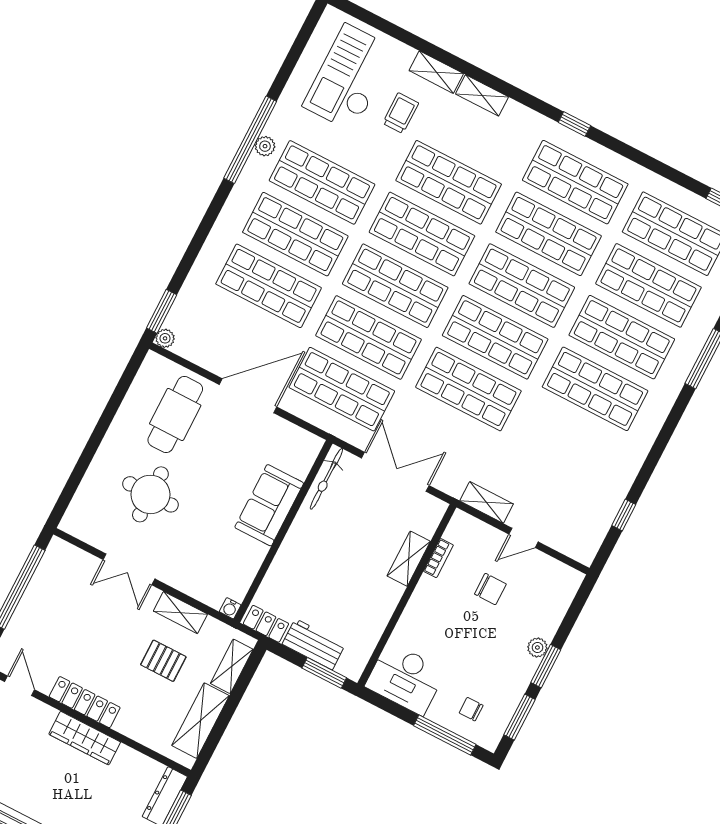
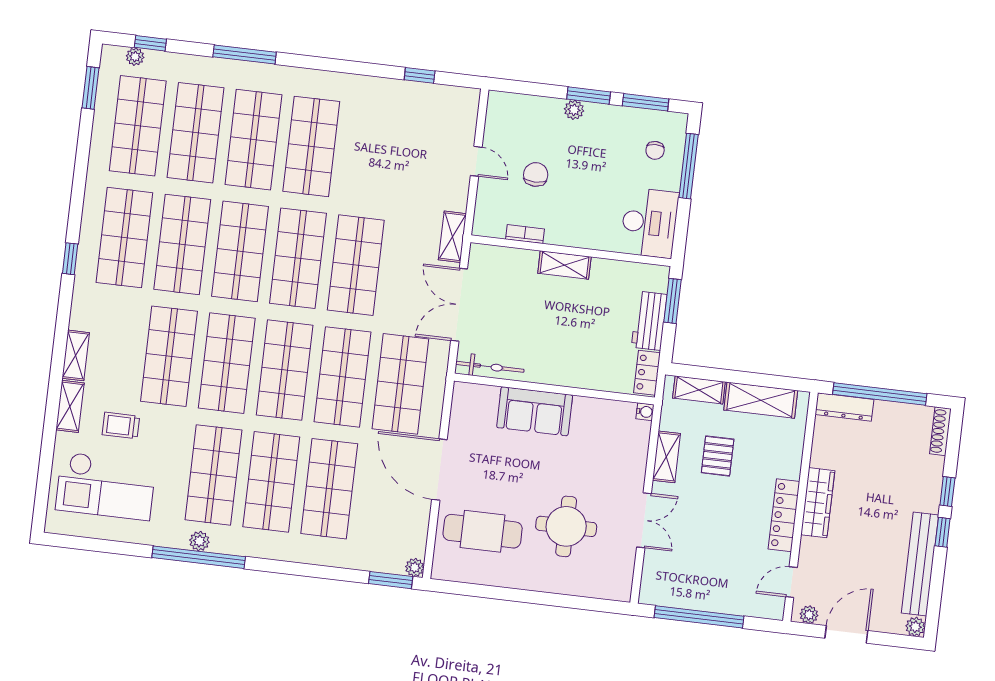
shelving: (487, 502) -> (452, 237), moved
shelving: (409, 559) -> (564, 265), moved

